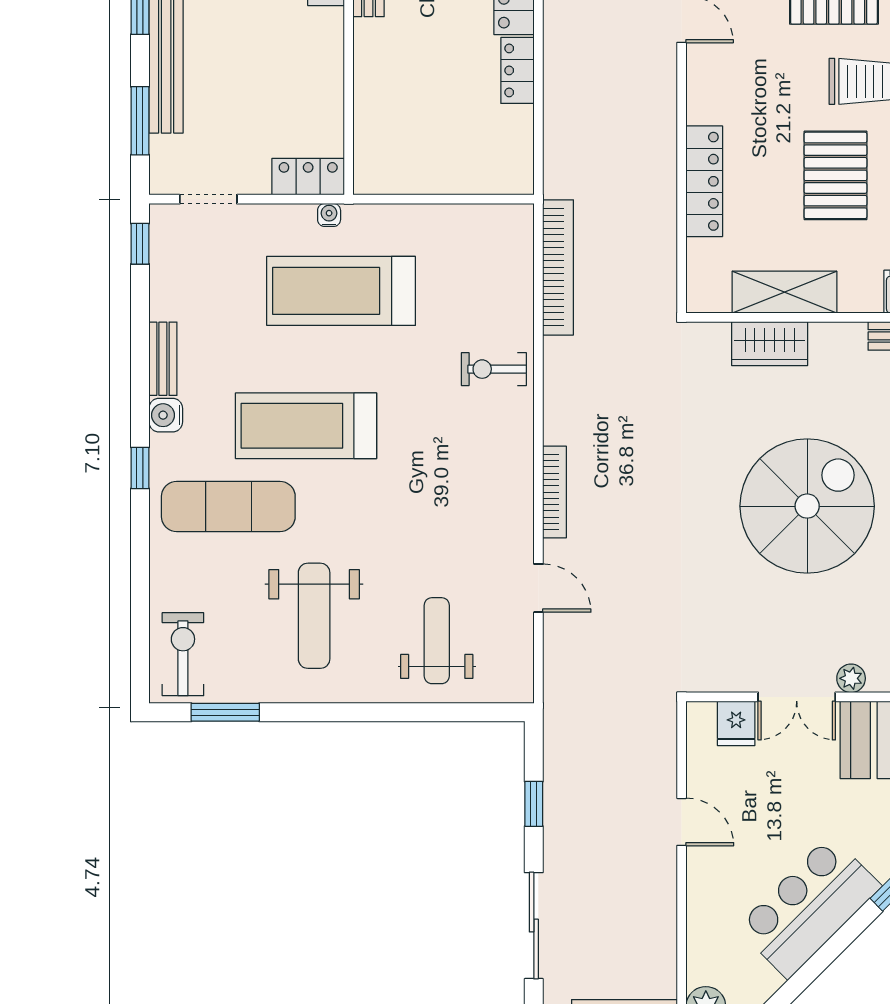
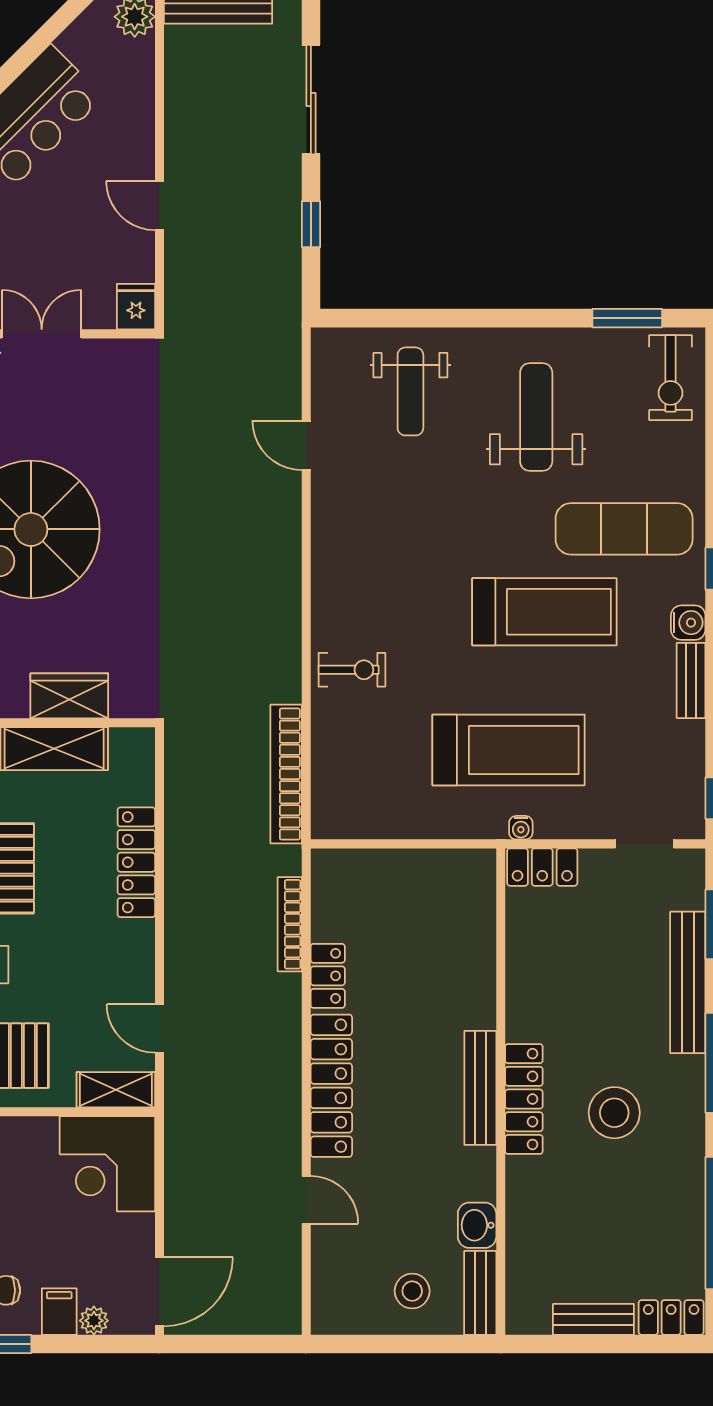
bookcase: (555, 492) -> (290, 924), moved
fridge: (736, 723) -> (136, 307), moved

